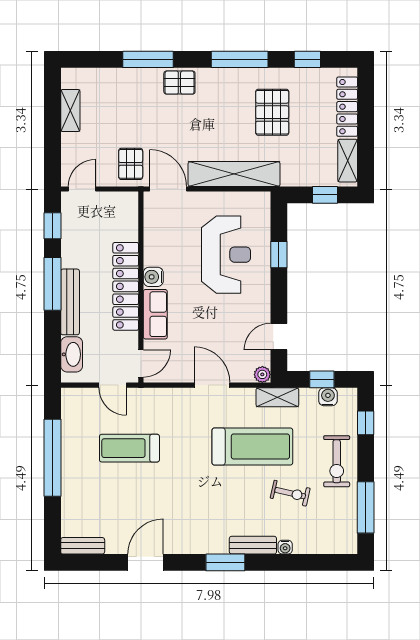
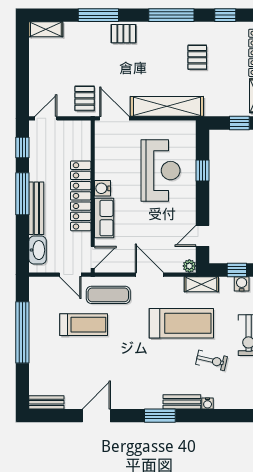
shelving: (70, 111) -> (46, 29), moved, turned 90
pallet: (272, 112) -> (197, 57), width x0.67, depth x0.71
exercise mat: (160, 411) -> (108, 295), added
treadmill: (129, 448) -> (84, 325), turned 180

